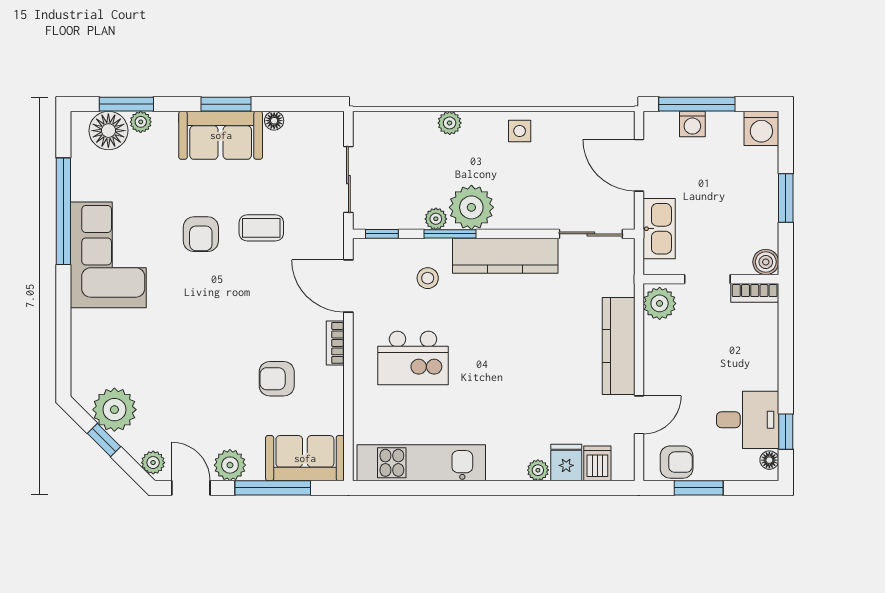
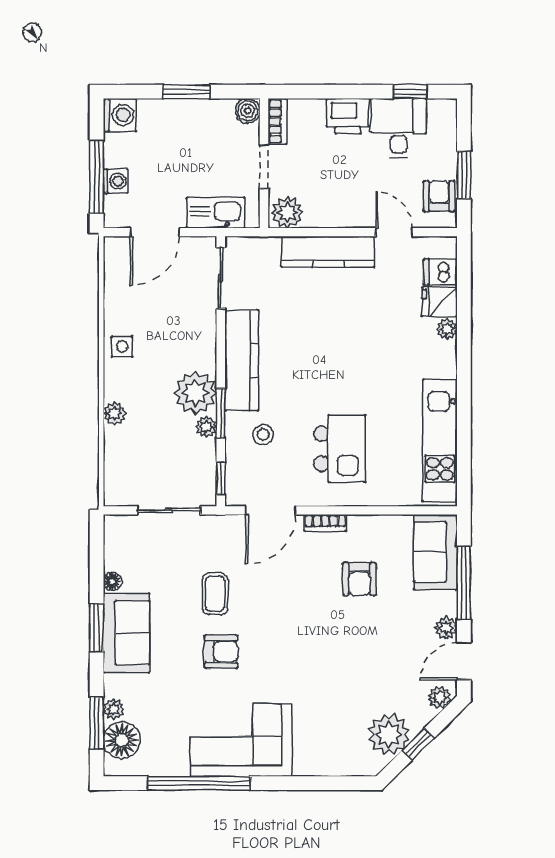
printer: (760, 367) -> (348, 116), added
floor lamp: (769, 460) -> (437, 107), removed
plant: (230, 465) -> (446, 628), width x0.73, depth x0.73

